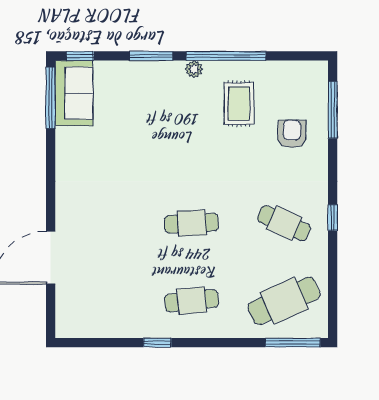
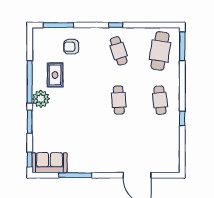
plant: (194, 69) -> (41, 99), width x1.87, depth x1.87
window: (51, 98) -> (75, 175), moved
rug: (239, 104) -> (55, 75), turned 90
cafe table: (284, 223) -> (119, 51), turned -42
cafe table: (284, 301) -> (160, 51), turned 33

